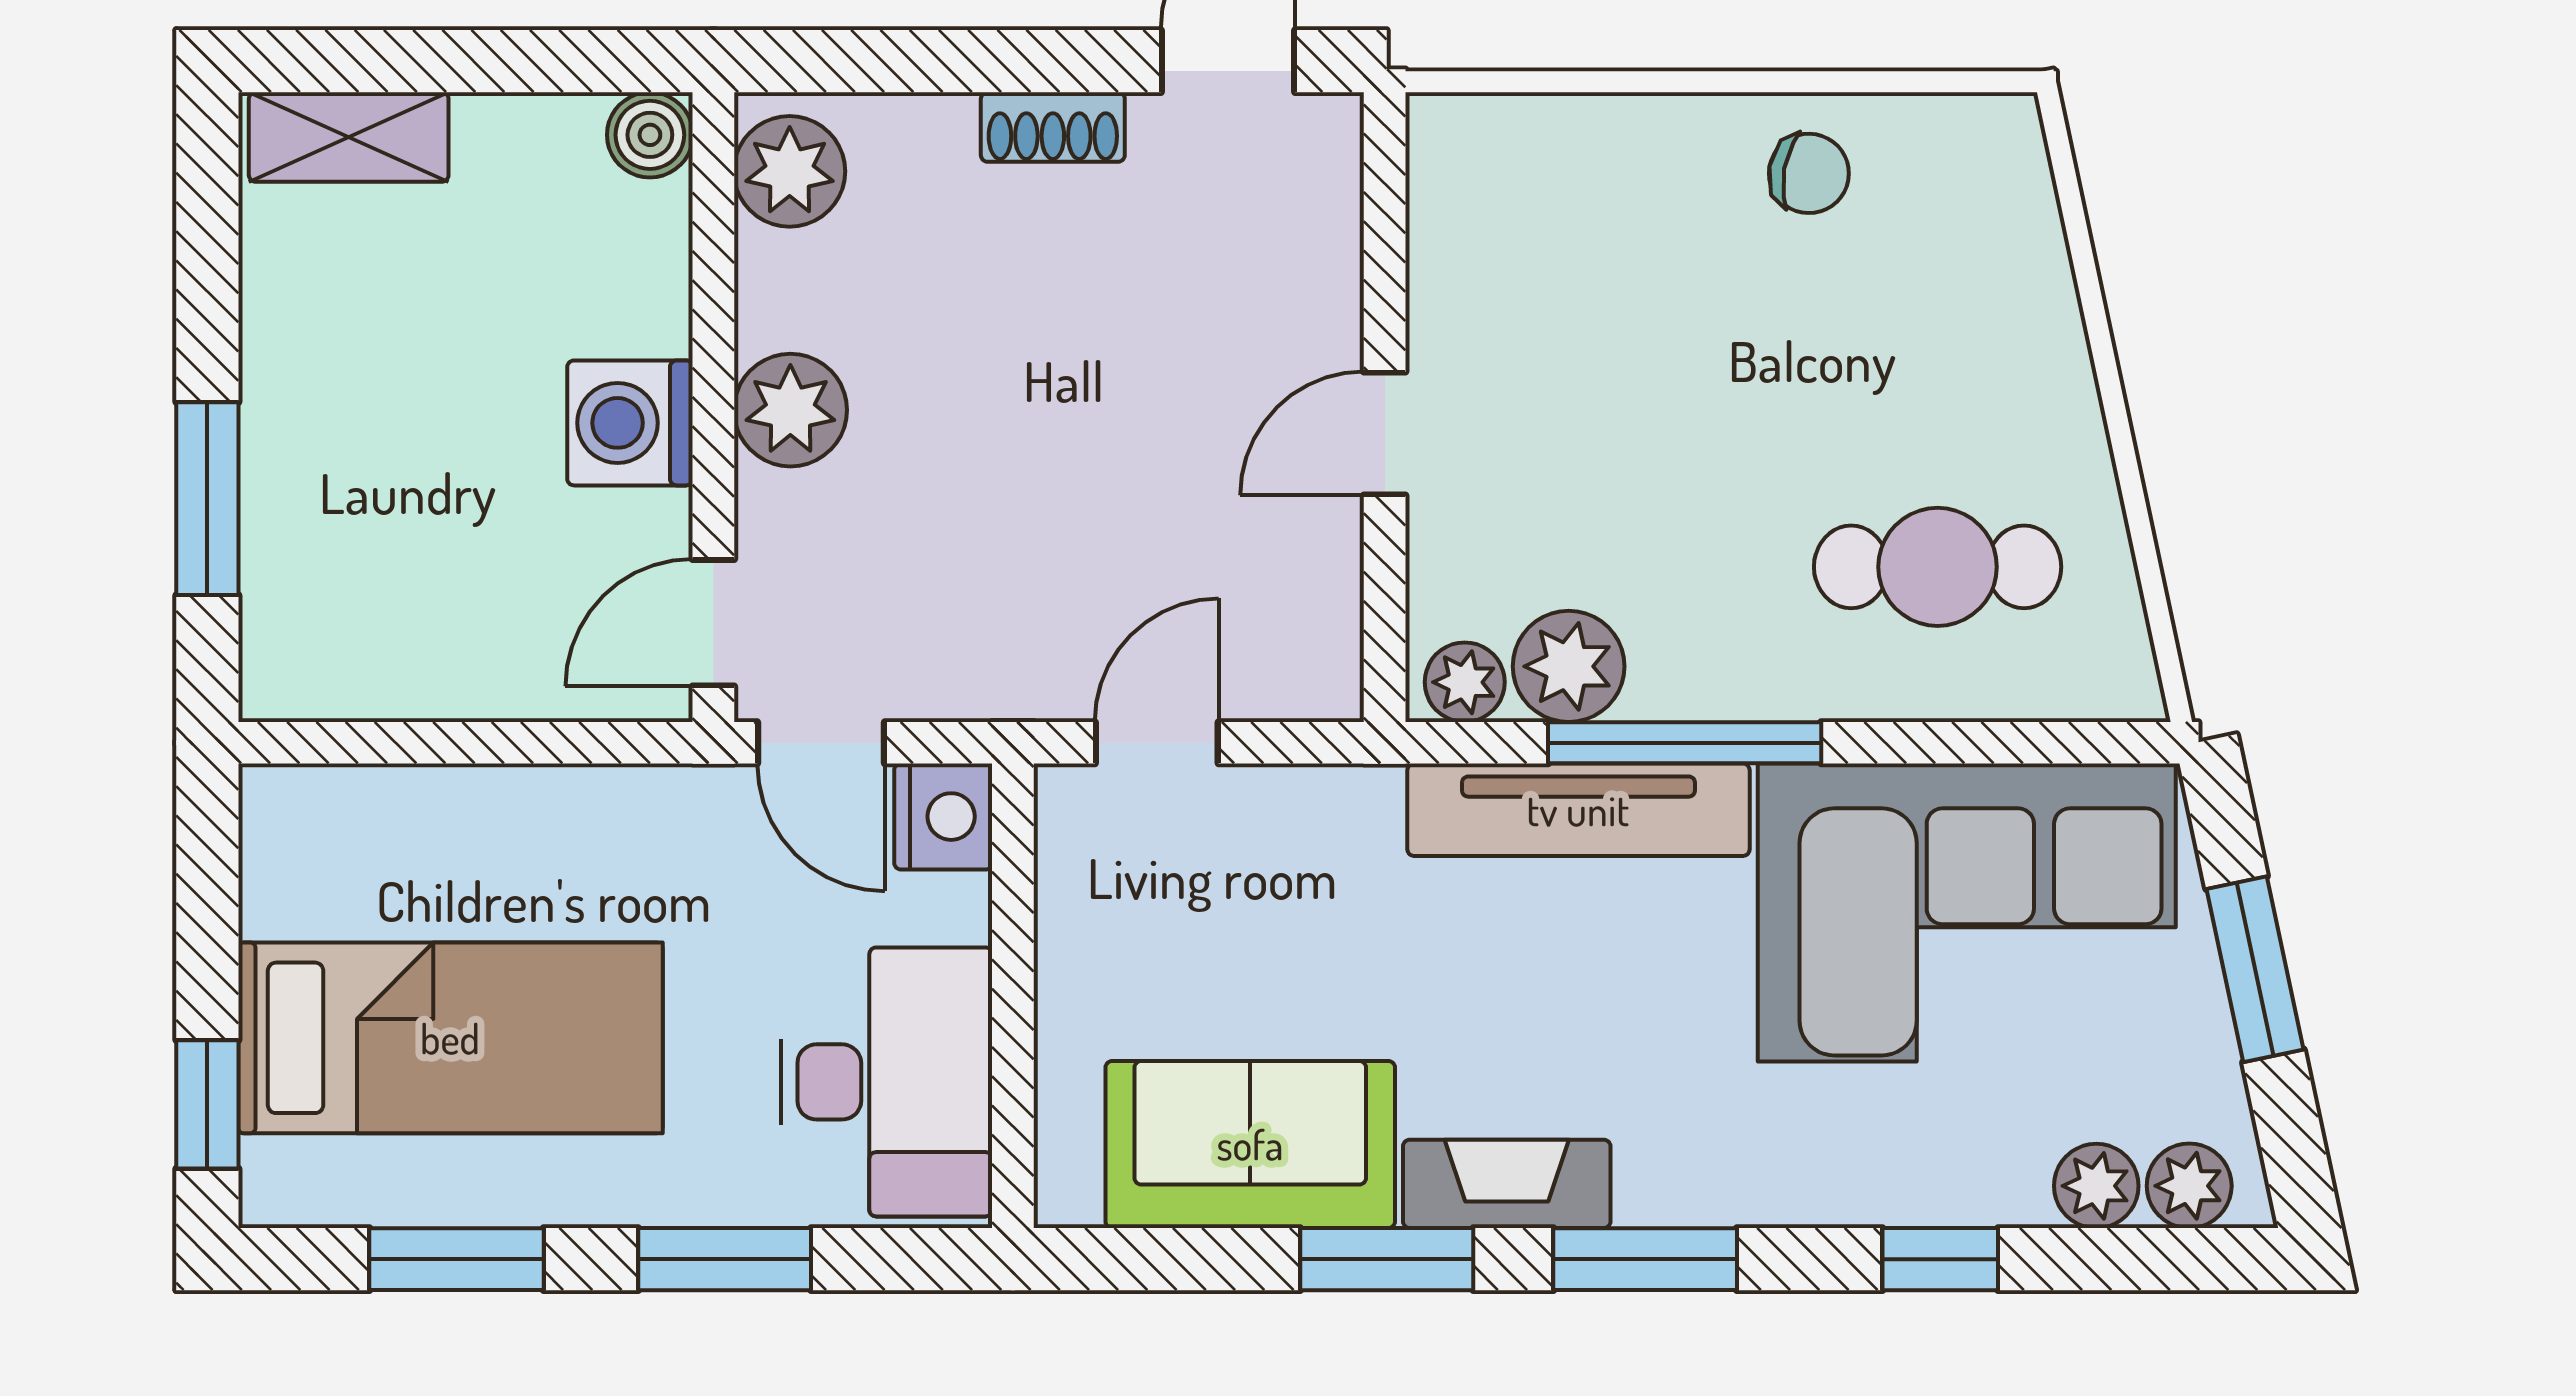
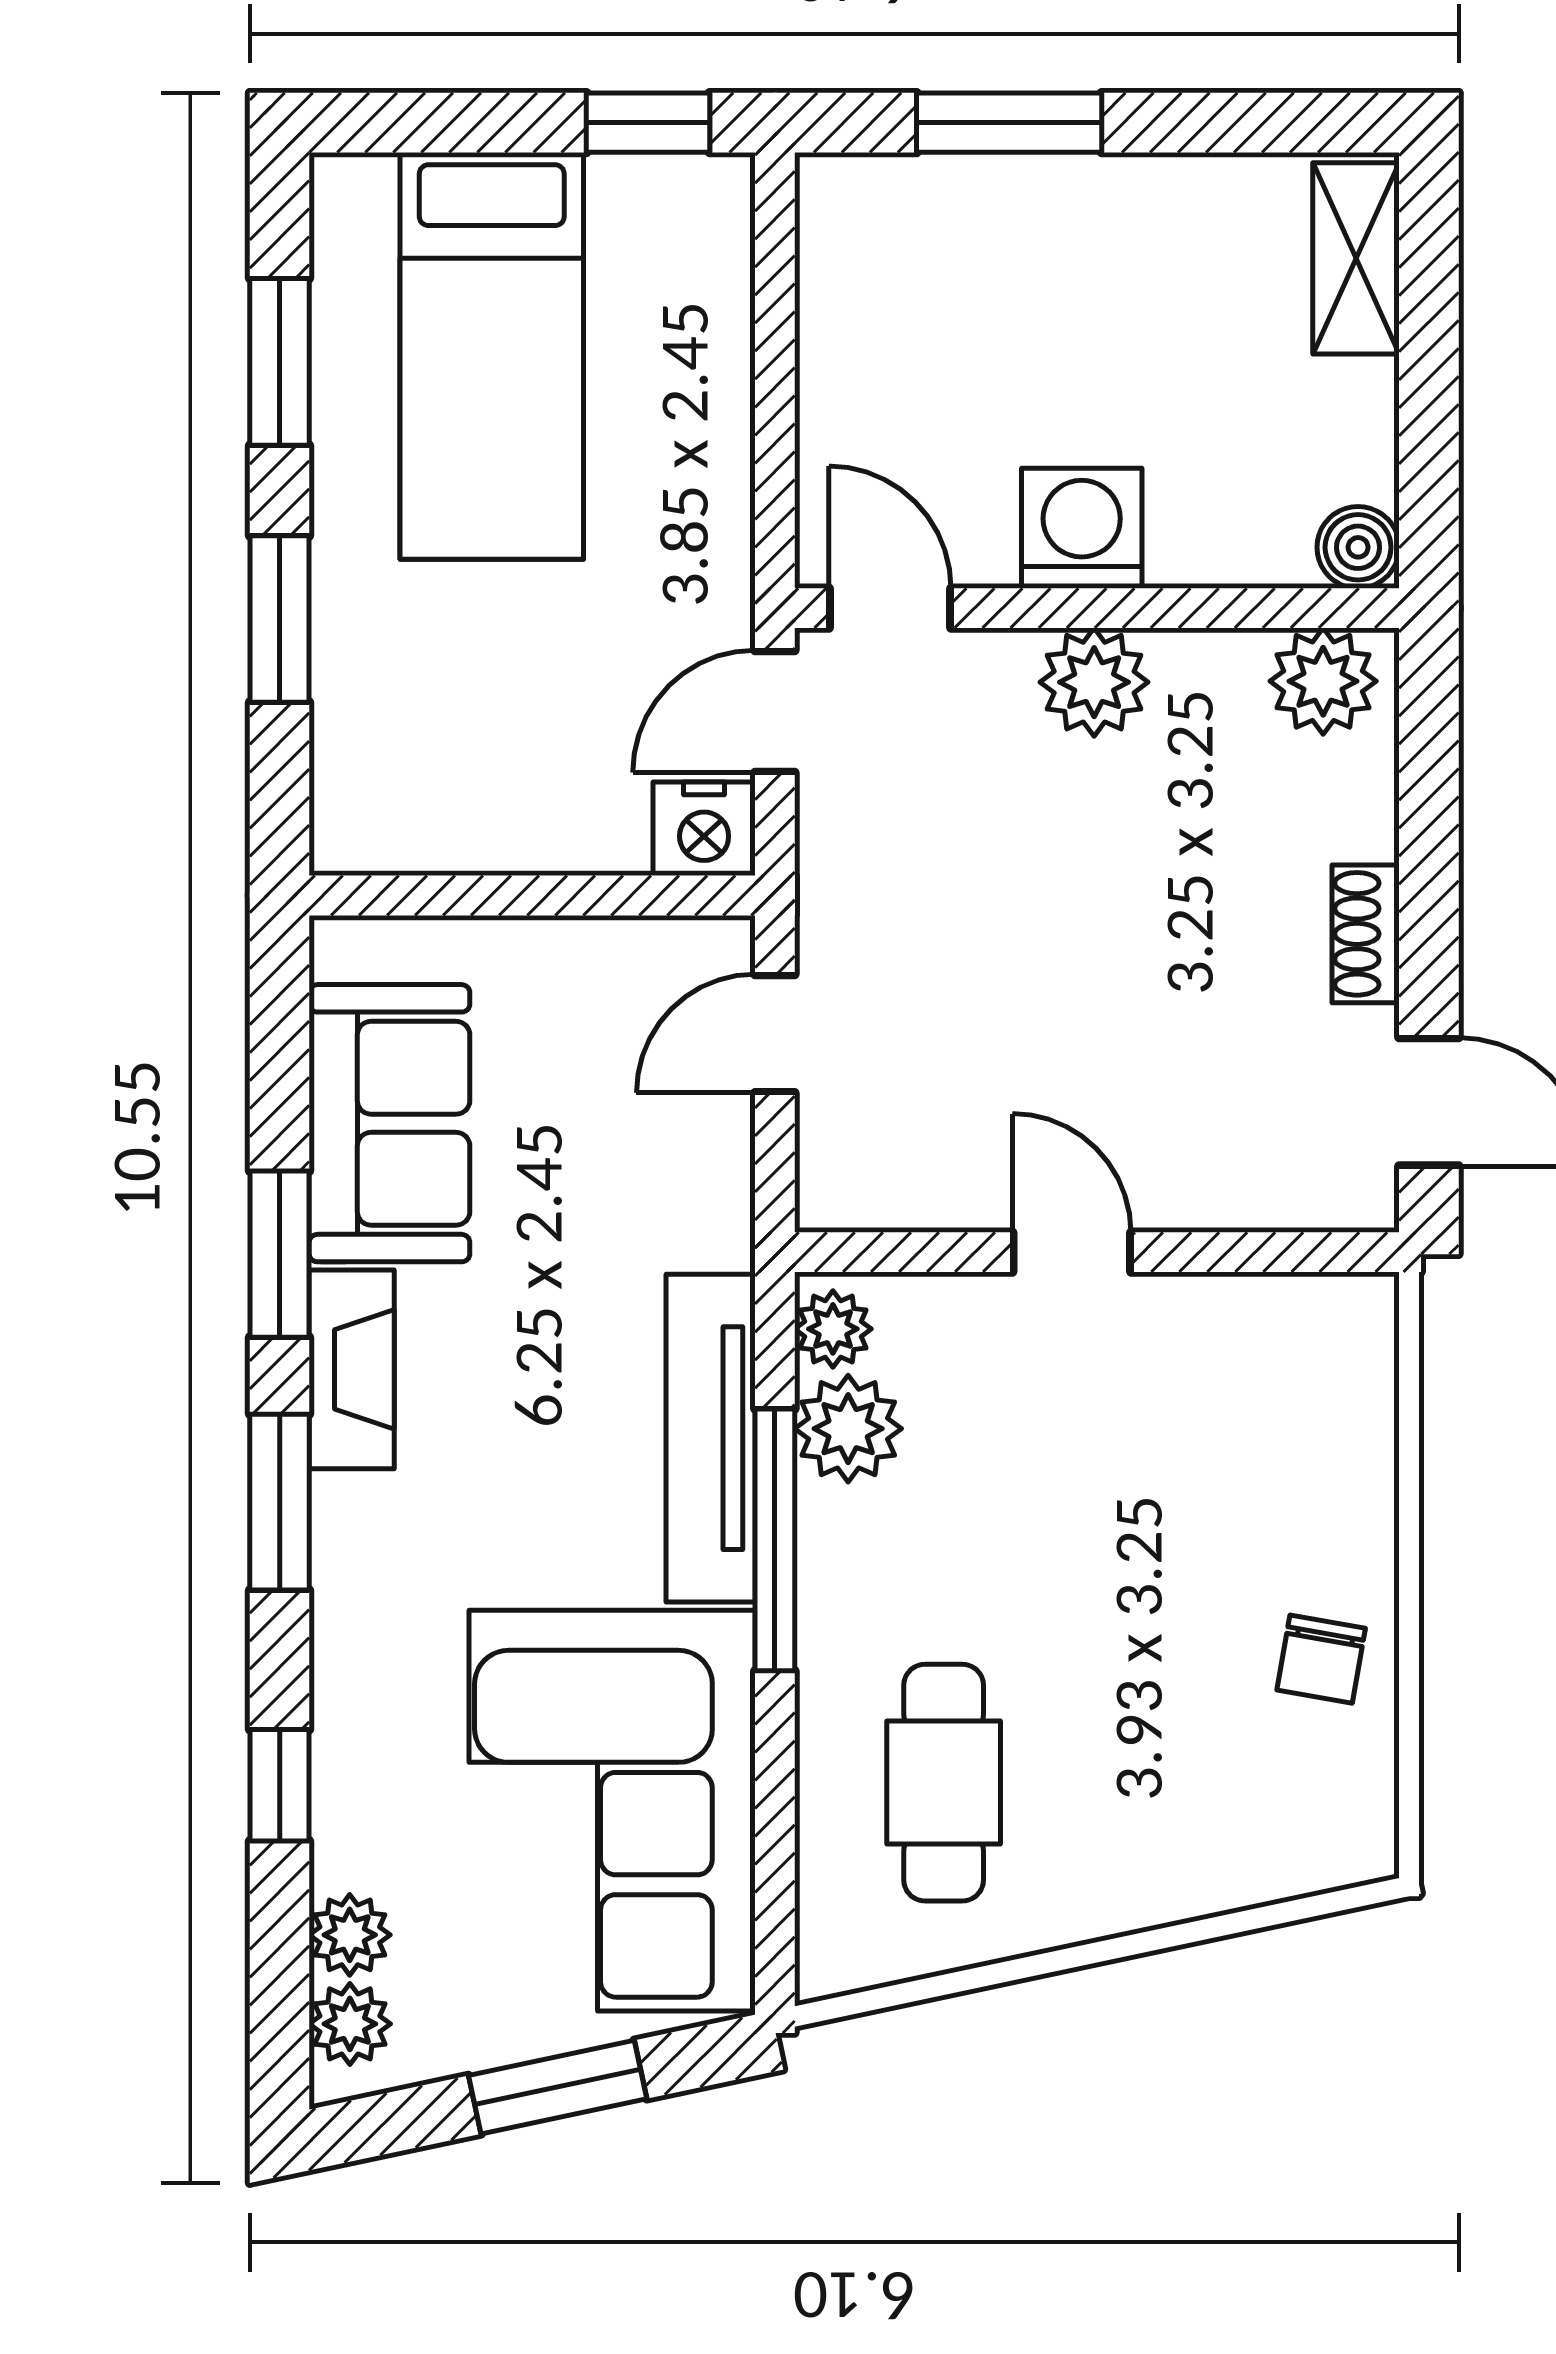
door: (1157, 743) -> (775, 1034), swing flipped
desk: (886, 1082) -> (450, 774), removed
window: (207, 1104) -> (648, 123), moved

